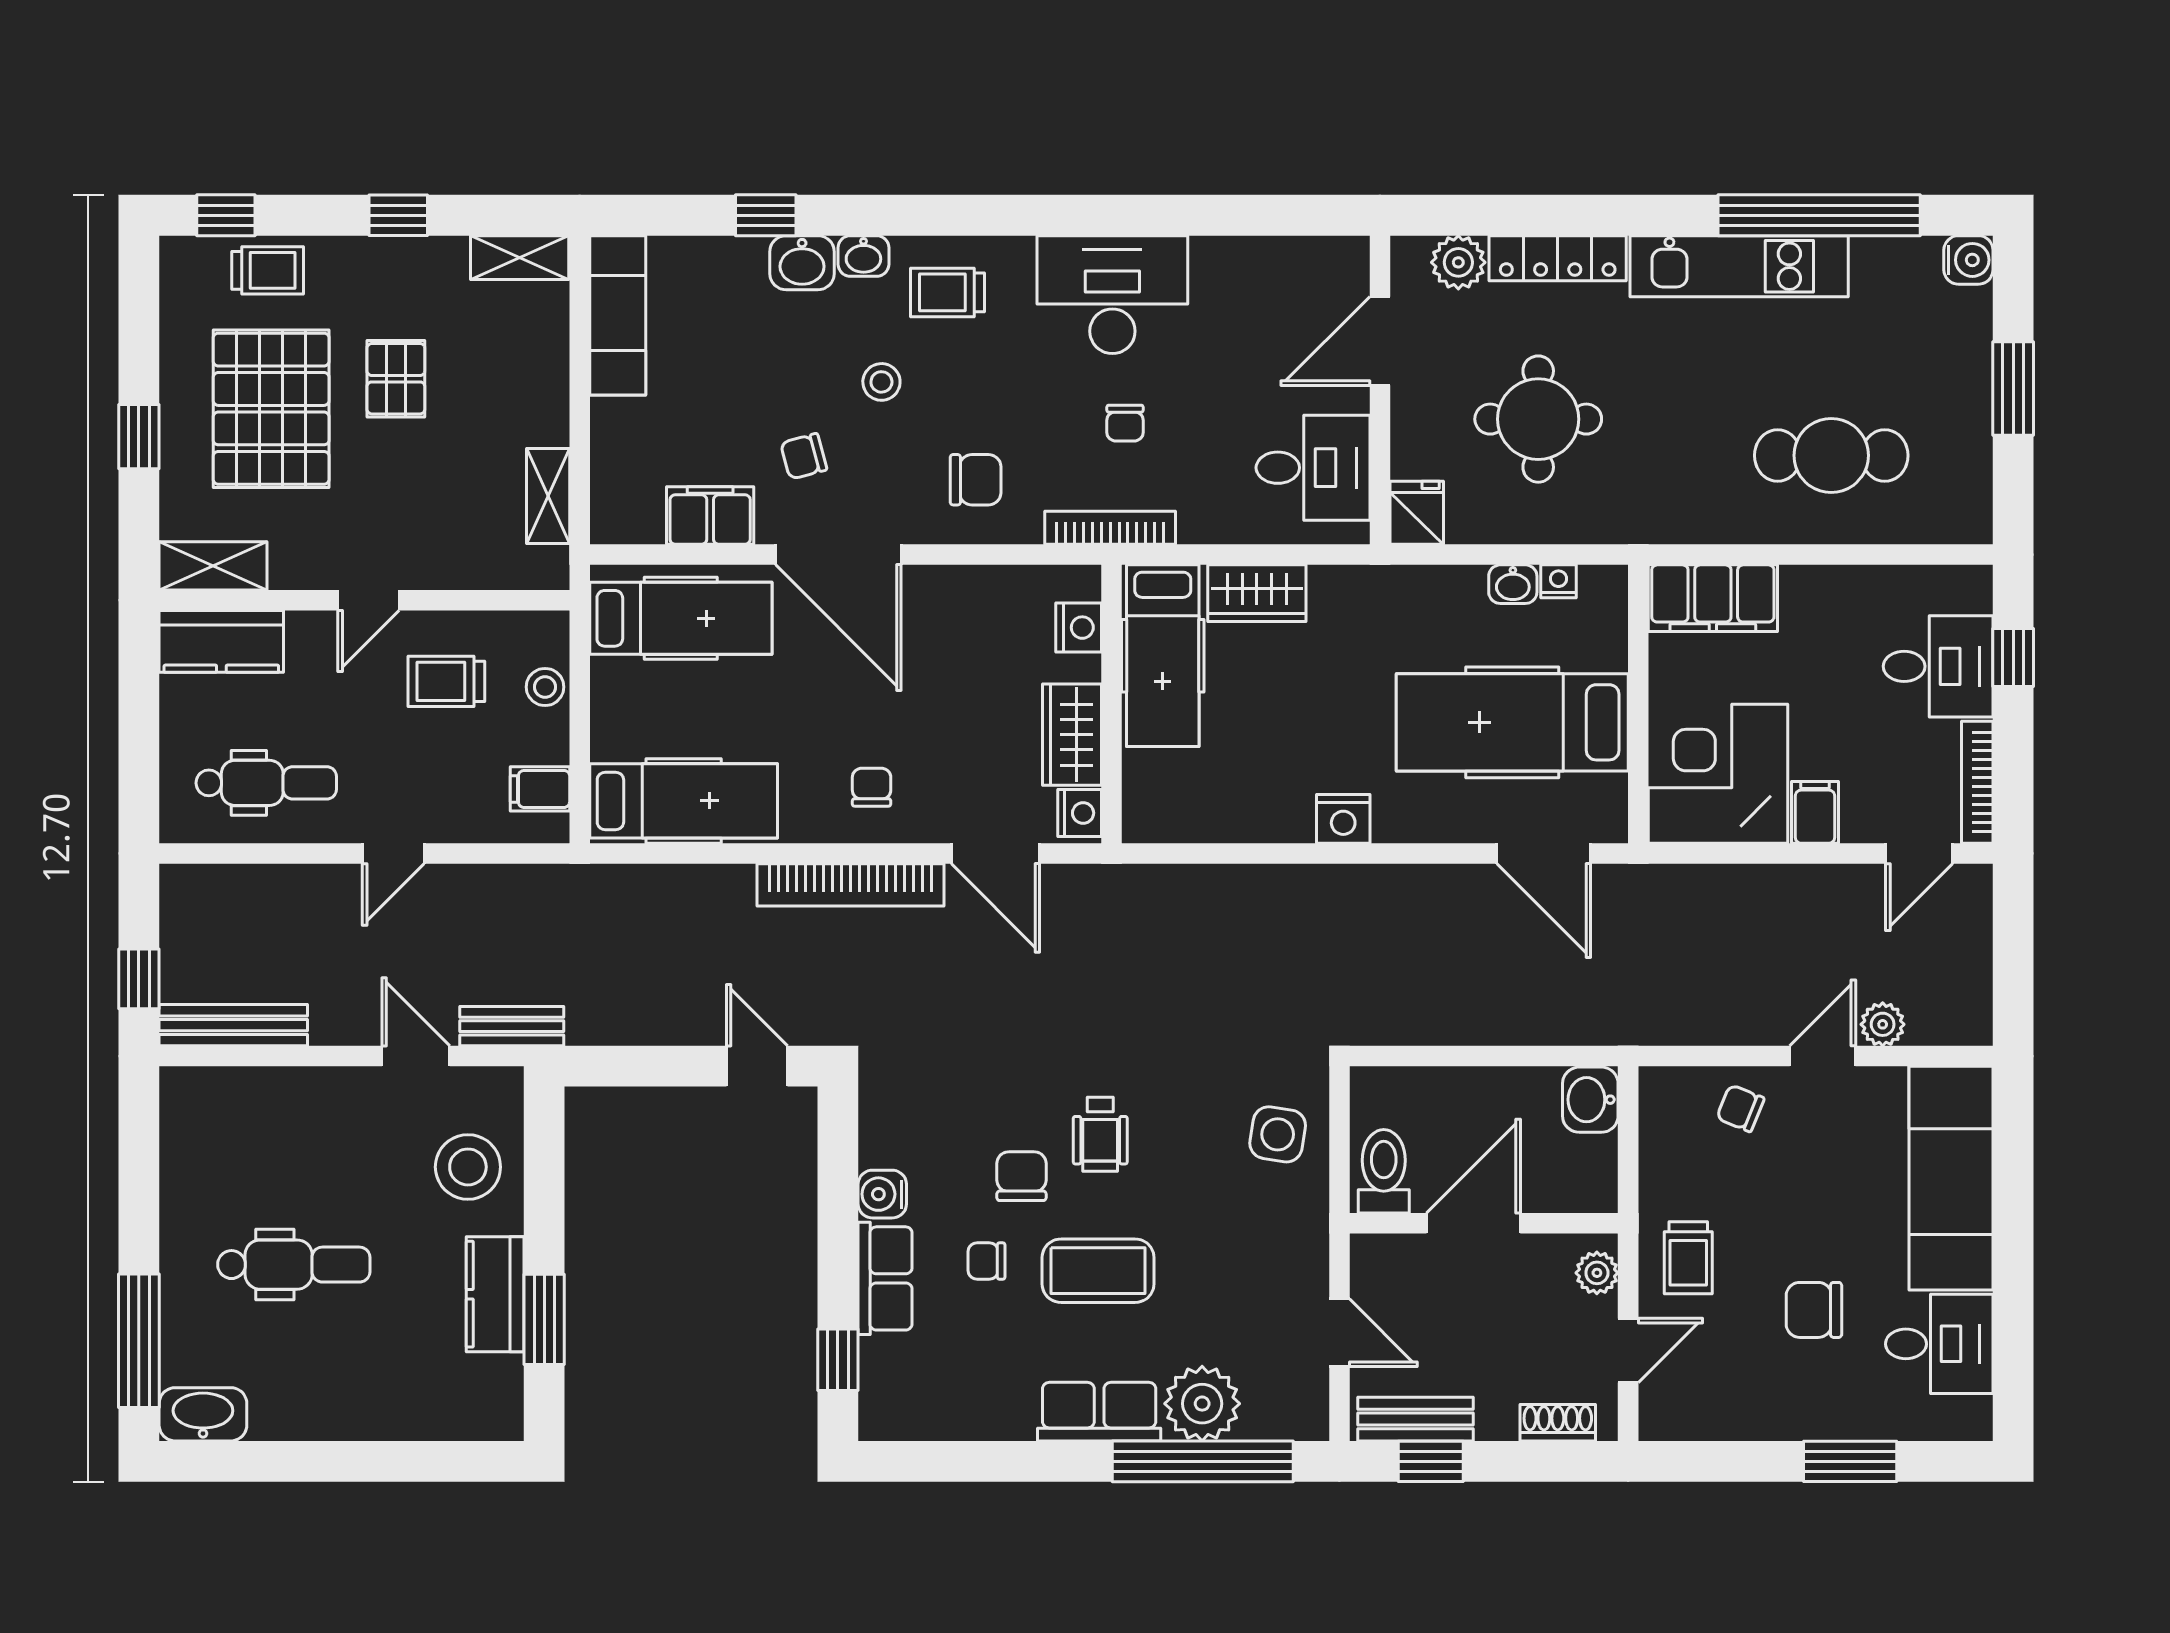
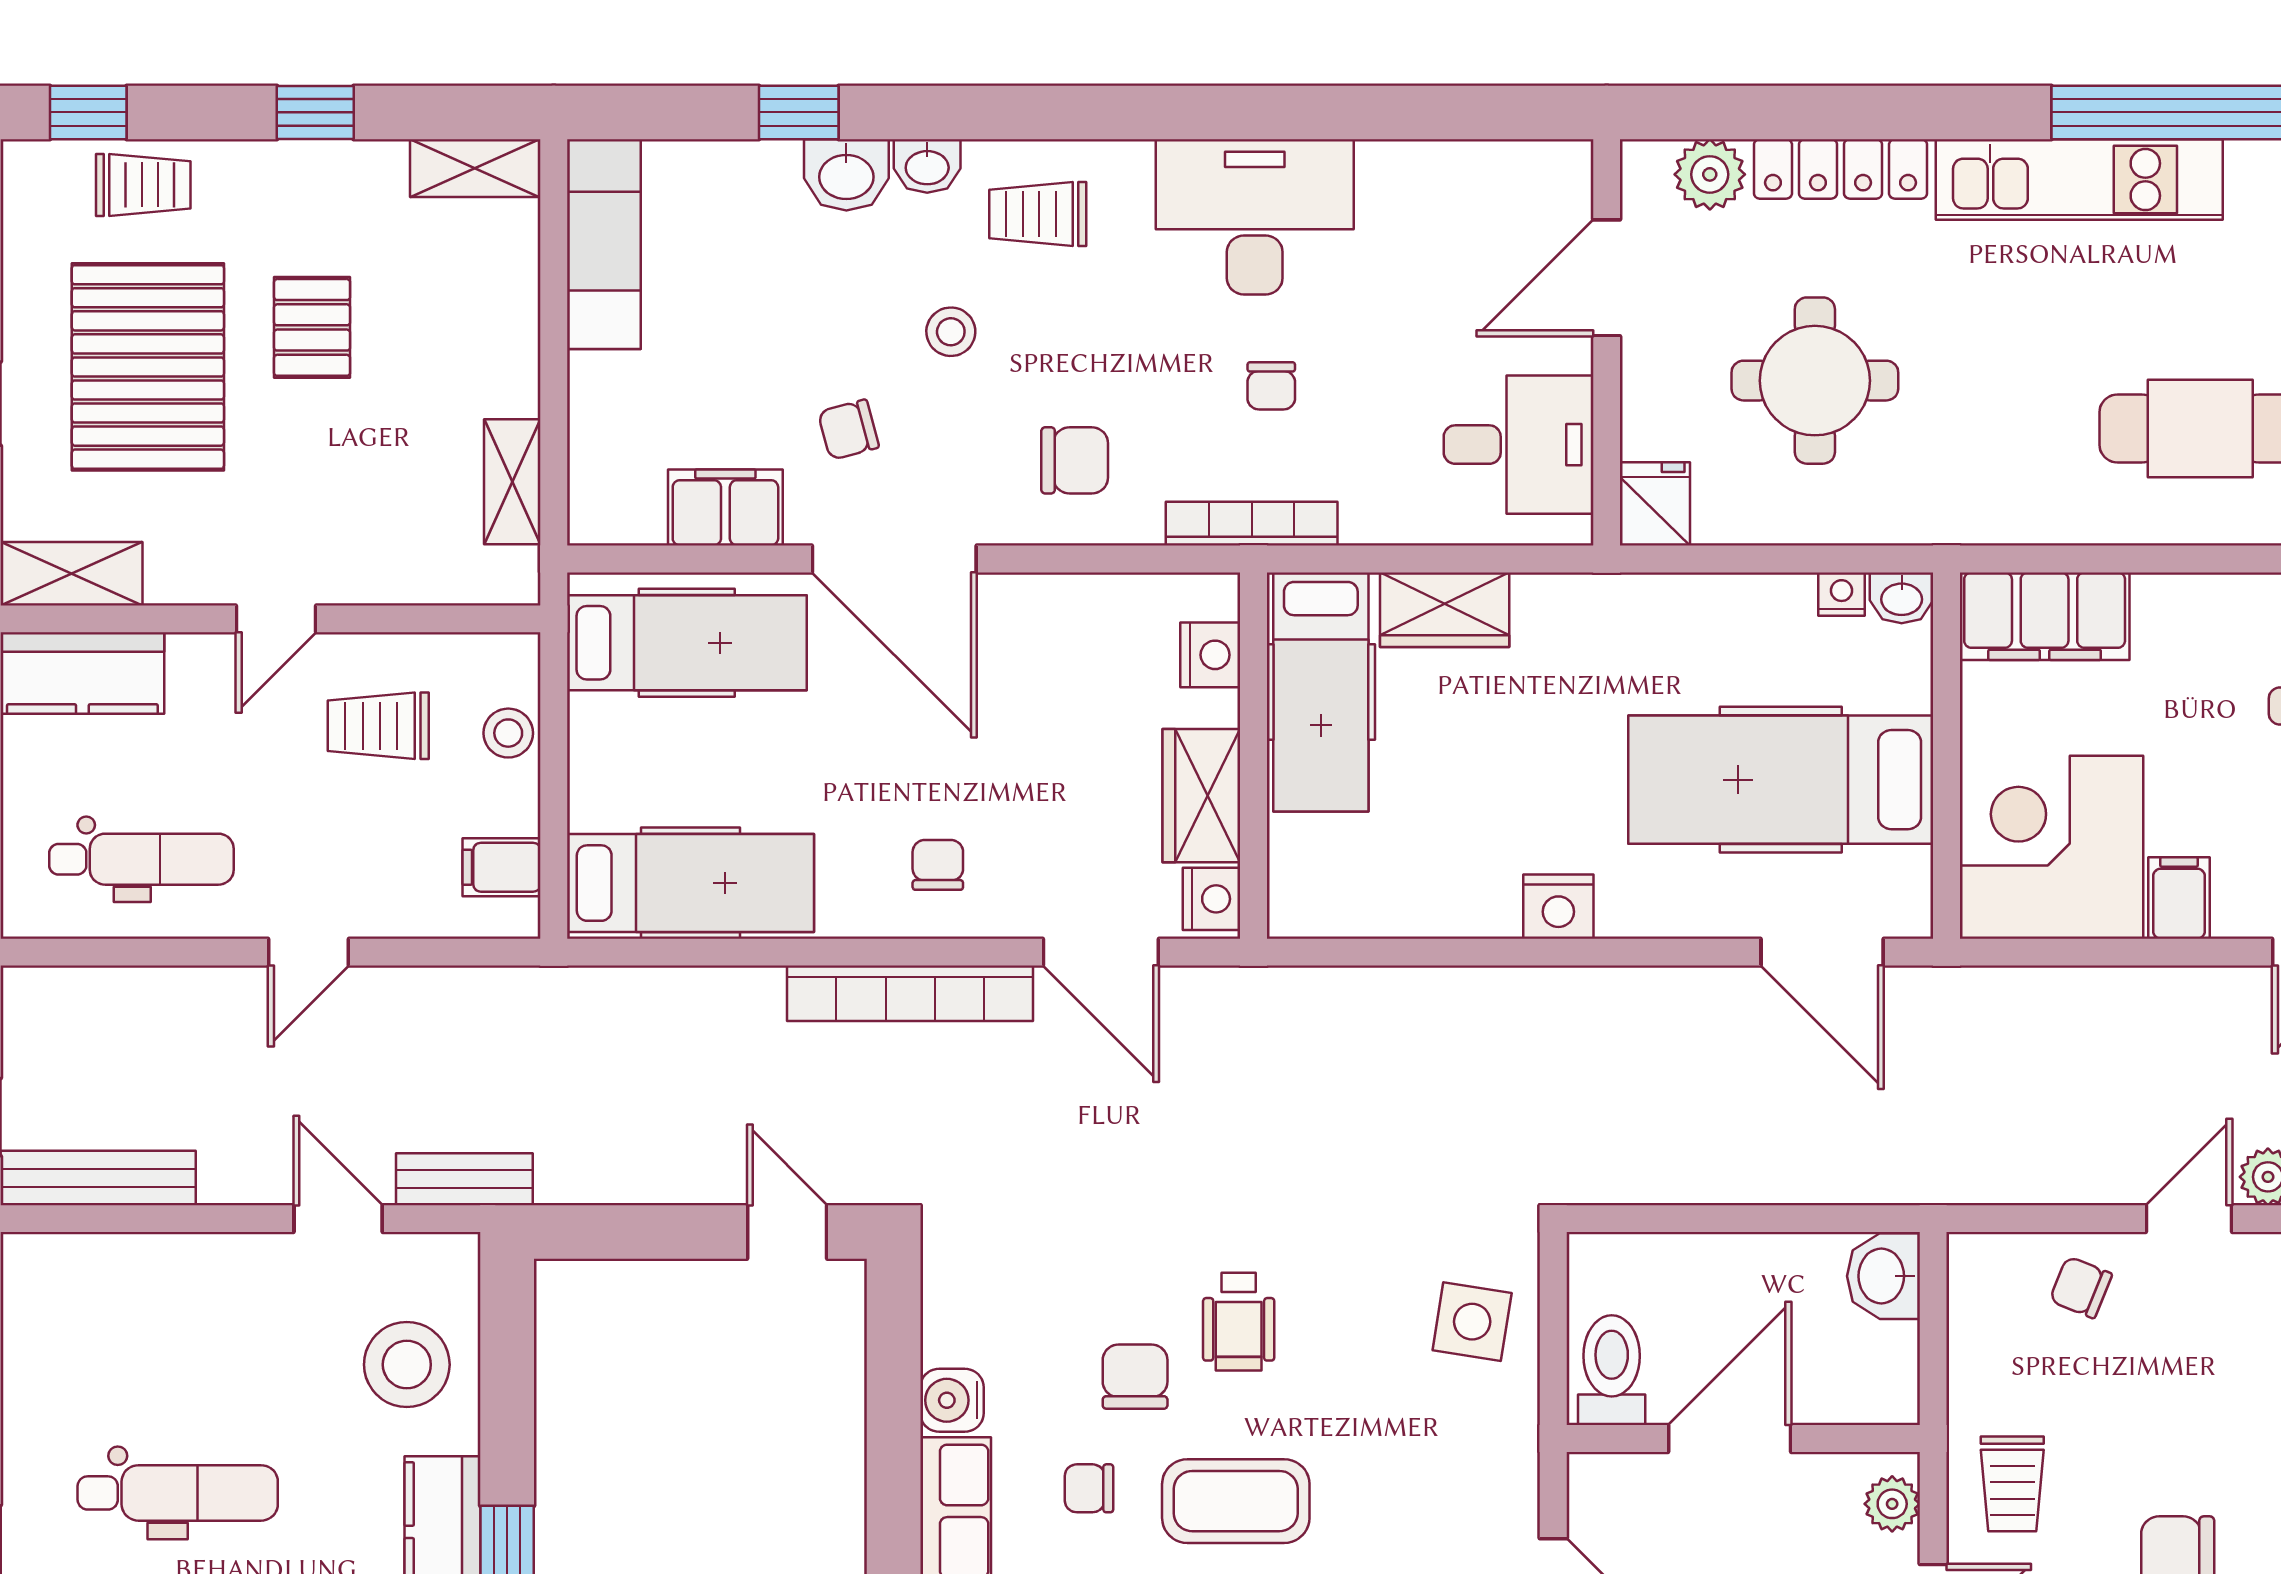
washbasin: (1513, 584) -> (1902, 598), moved

